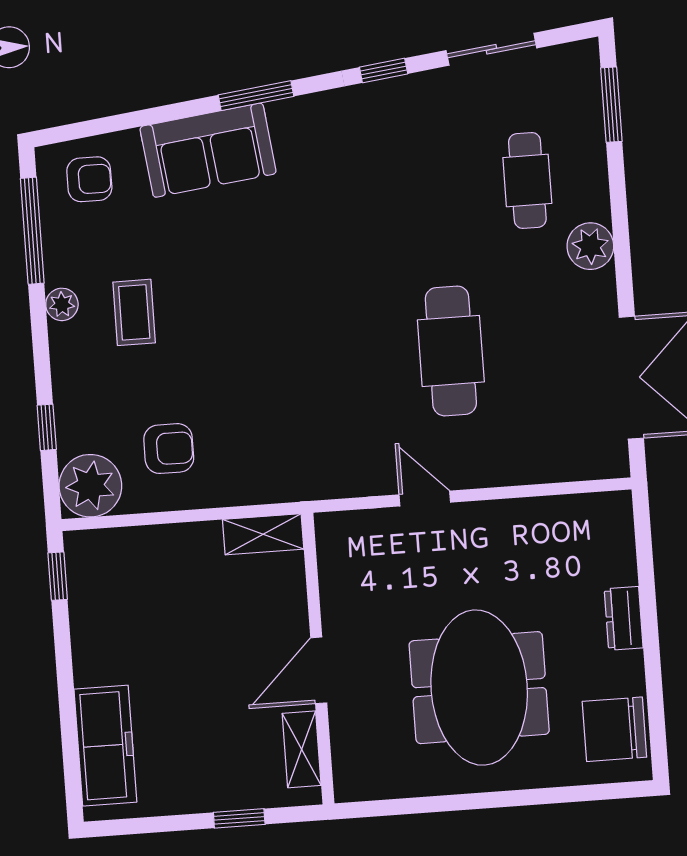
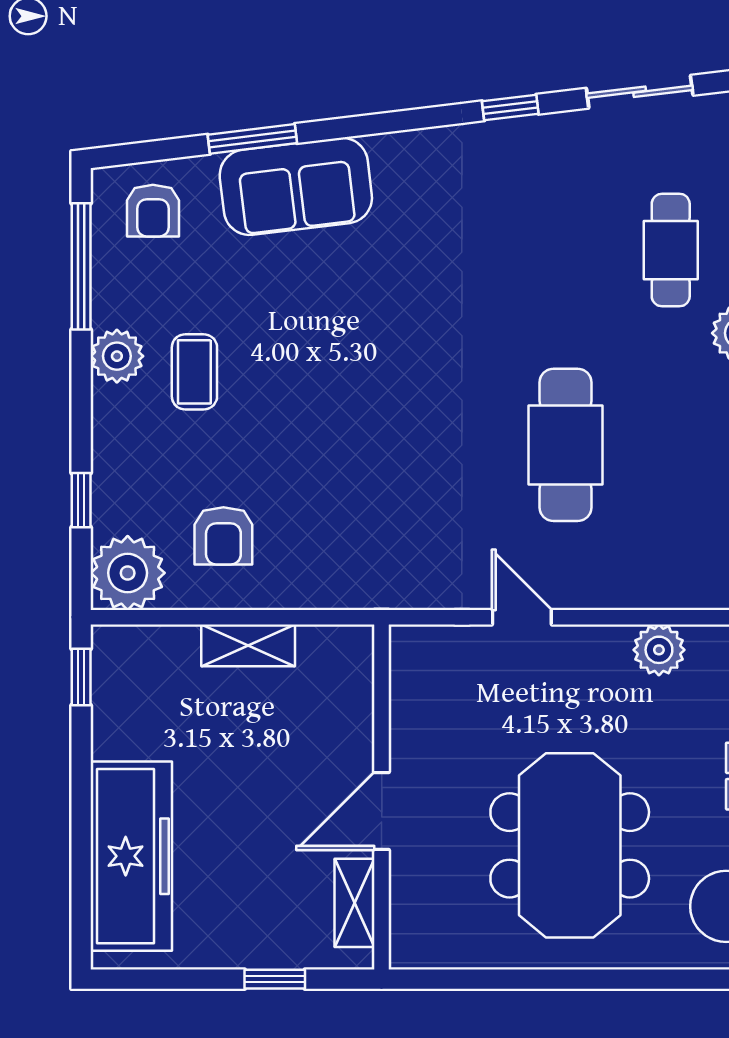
window: (256, 96) -> (252, 139), moved
armchair: (89, 179) -> (153, 211), turned 90
plant: (62, 304) -> (117, 356), width x1.38, depth x1.38
armchair: (169, 449) -> (223, 536), turned 90
plant: (542, 518) -> (659, 650), added
shelving: (263, 534) -> (248, 645), moved
freezer: (105, 746) -> (131, 856), width x1.36, depth x1.26

